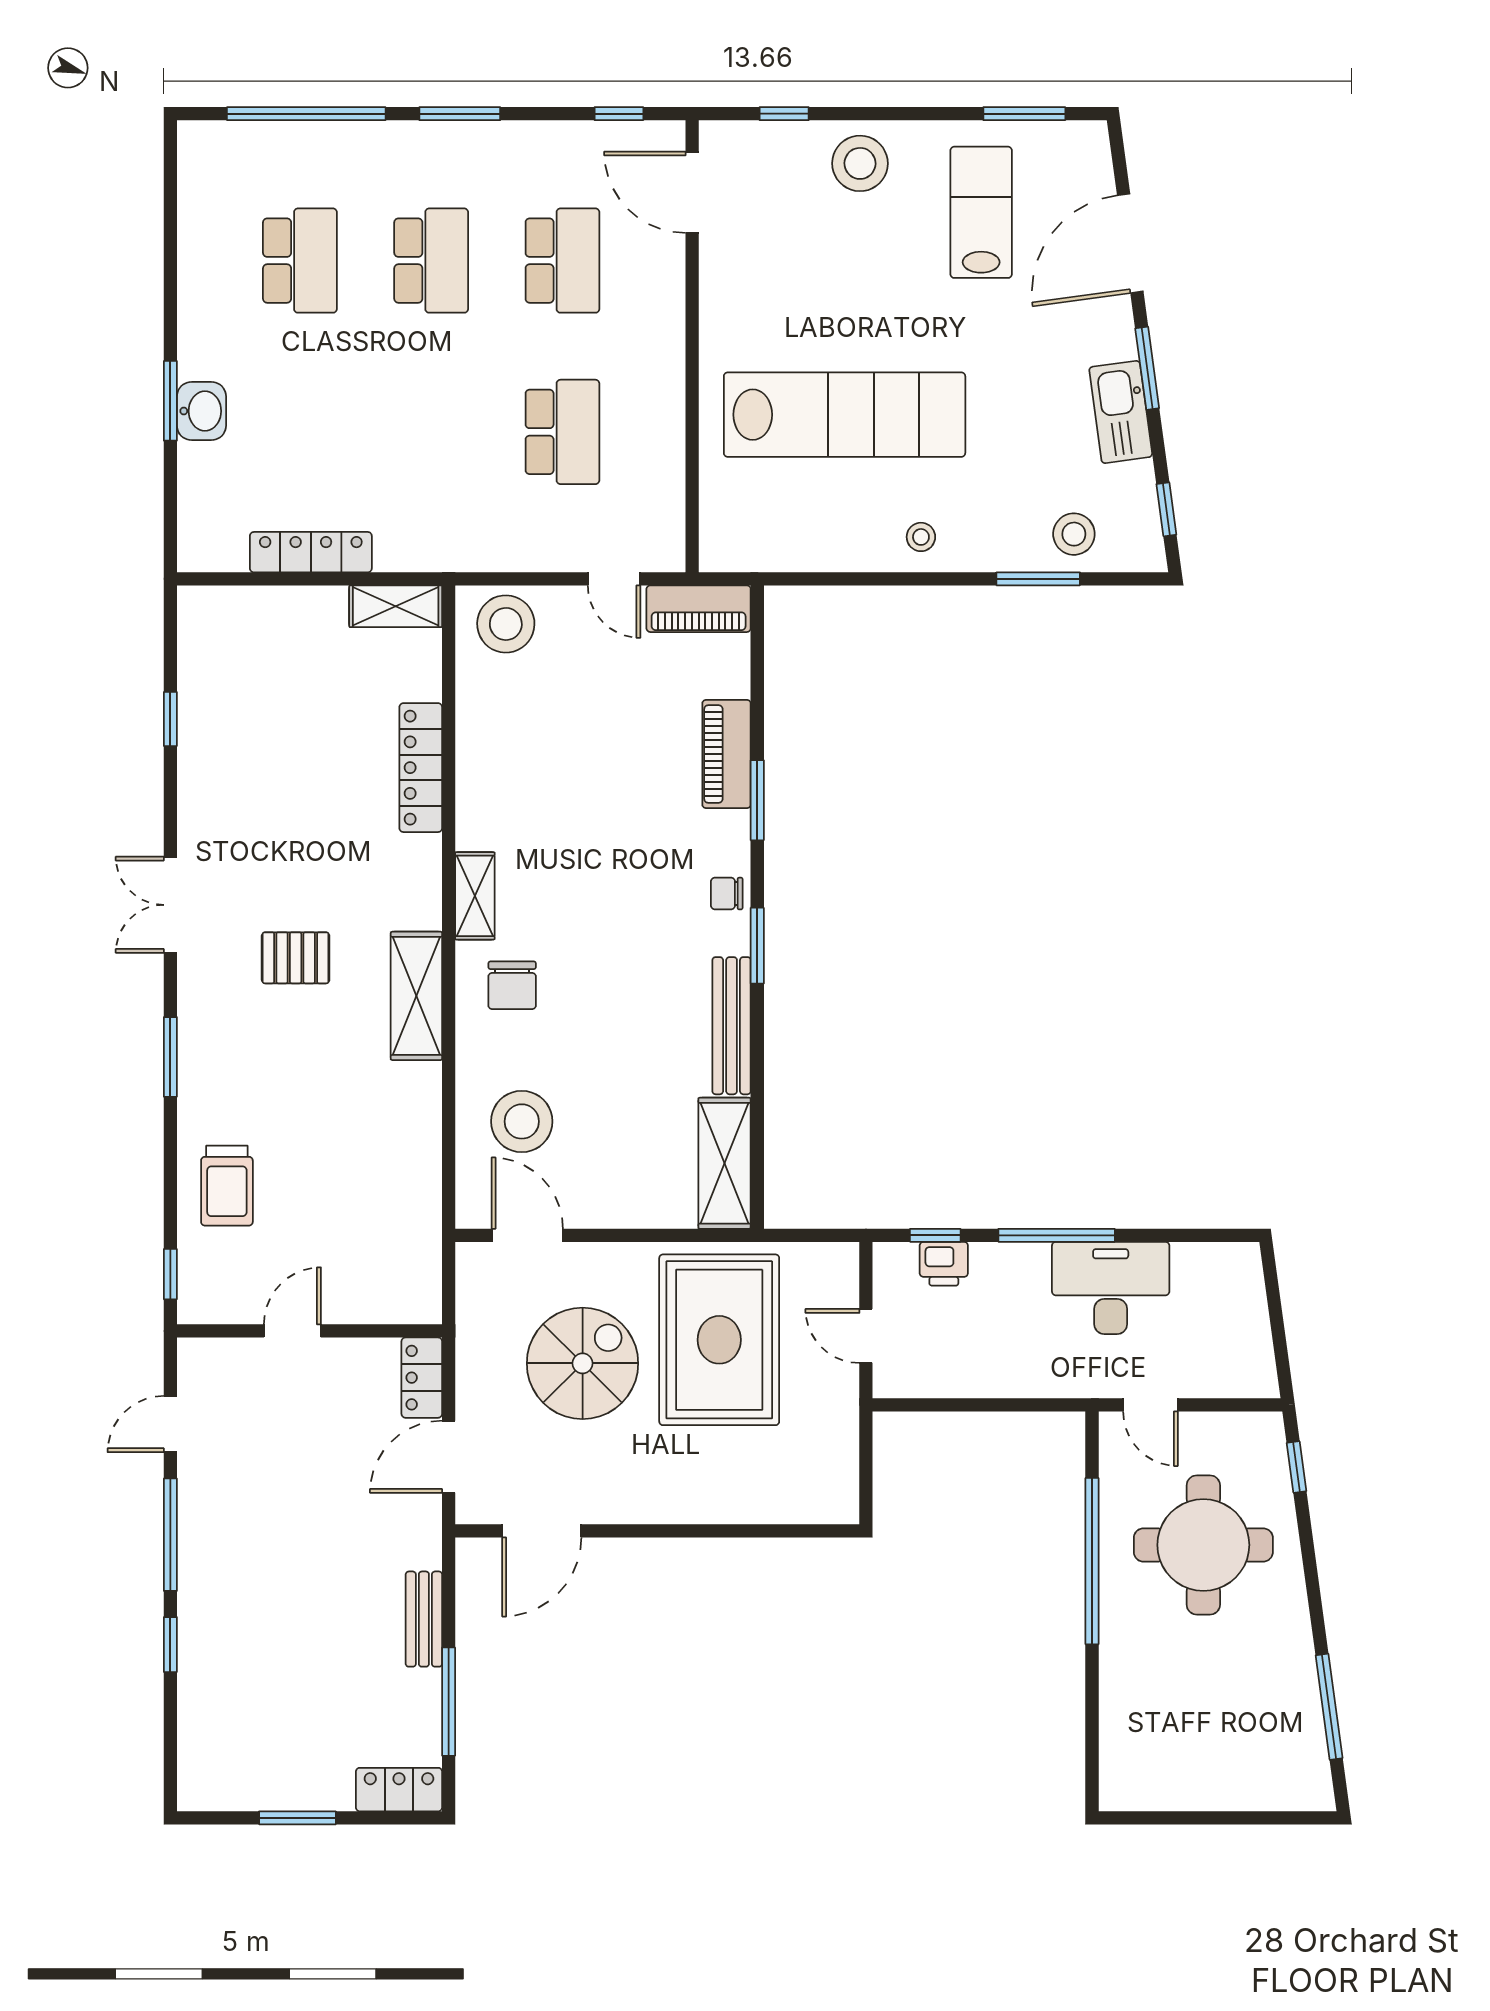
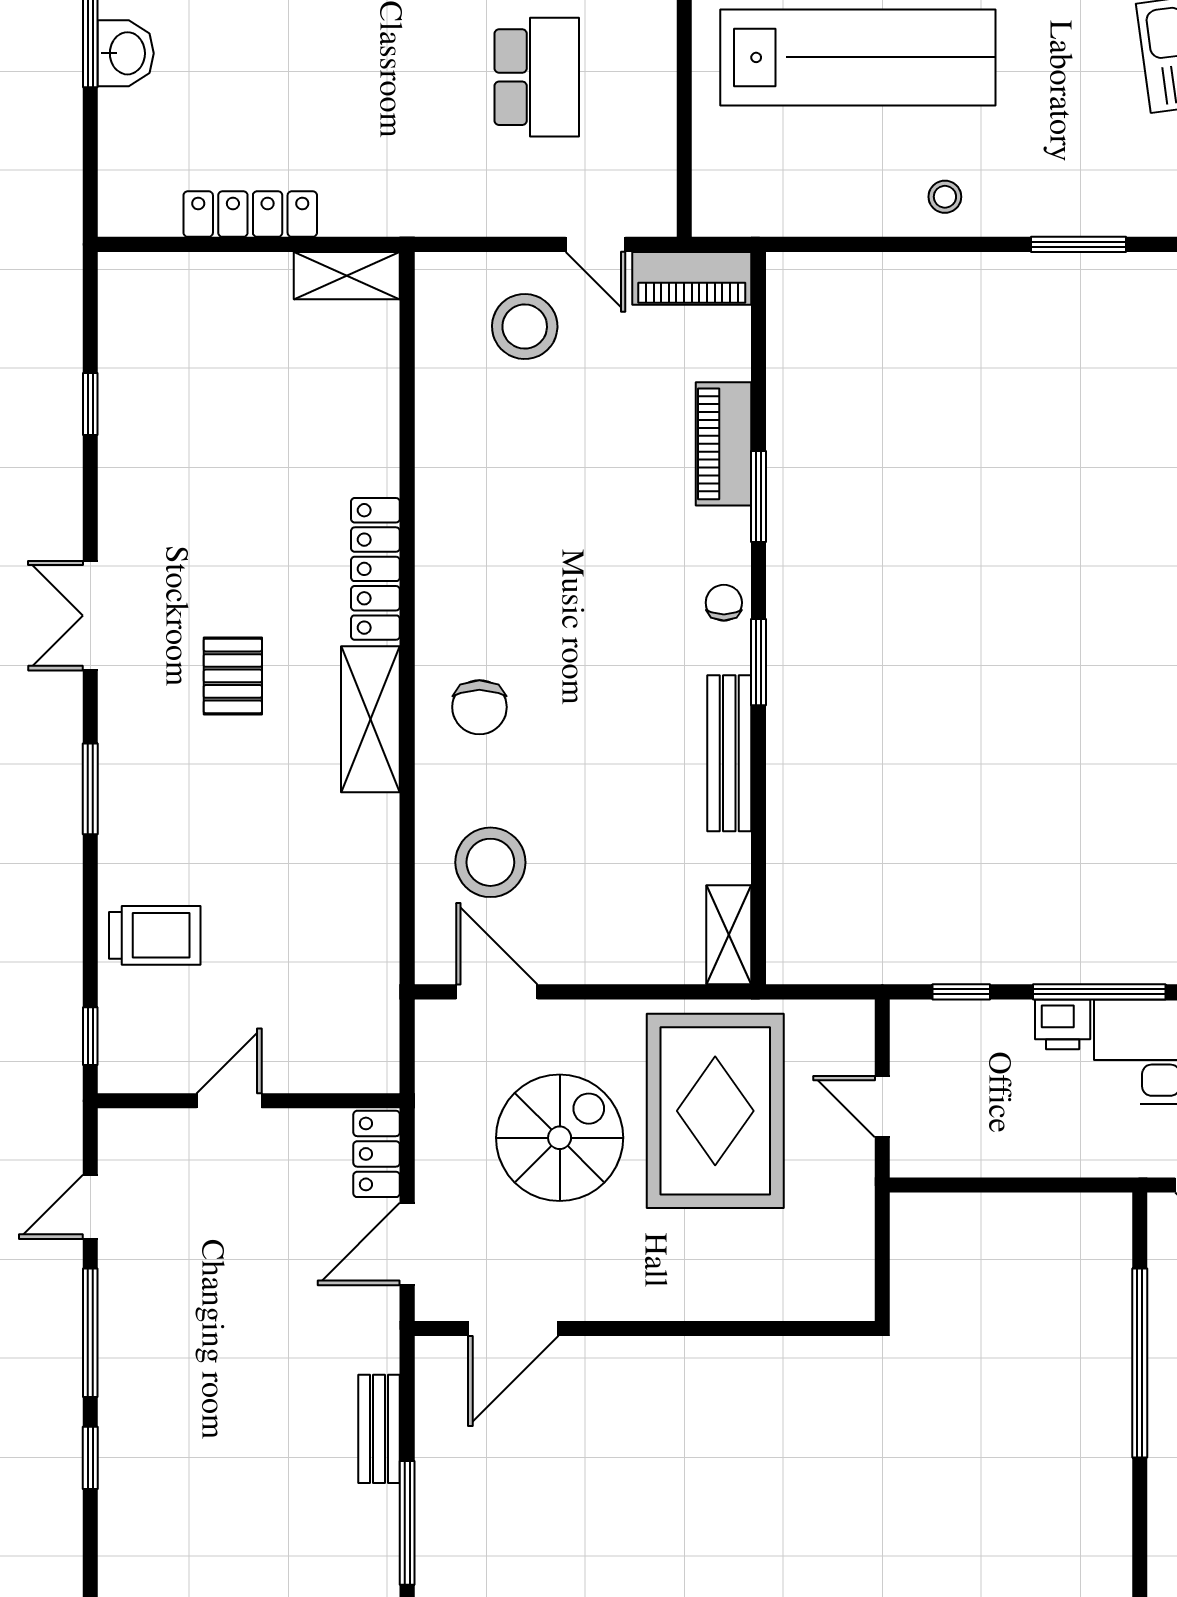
stool: (1074, 534) -> (1119, 193), removed
stool: (506, 624) -> (525, 327), moved
locker: (421, 768) -> (375, 569), moved
chair: (727, 894) -> (724, 603), turned 90
shelving: (475, 896) -> (437, 605), removed
pallet: (296, 958) -> (233, 676), turned 90
shelving: (725, 1163) -> (729, 935), width x0.67, depth x0.75
trolley: (227, 1186) -> (155, 935), turned -90
printer: (944, 1264) -> (1063, 1024), moved

